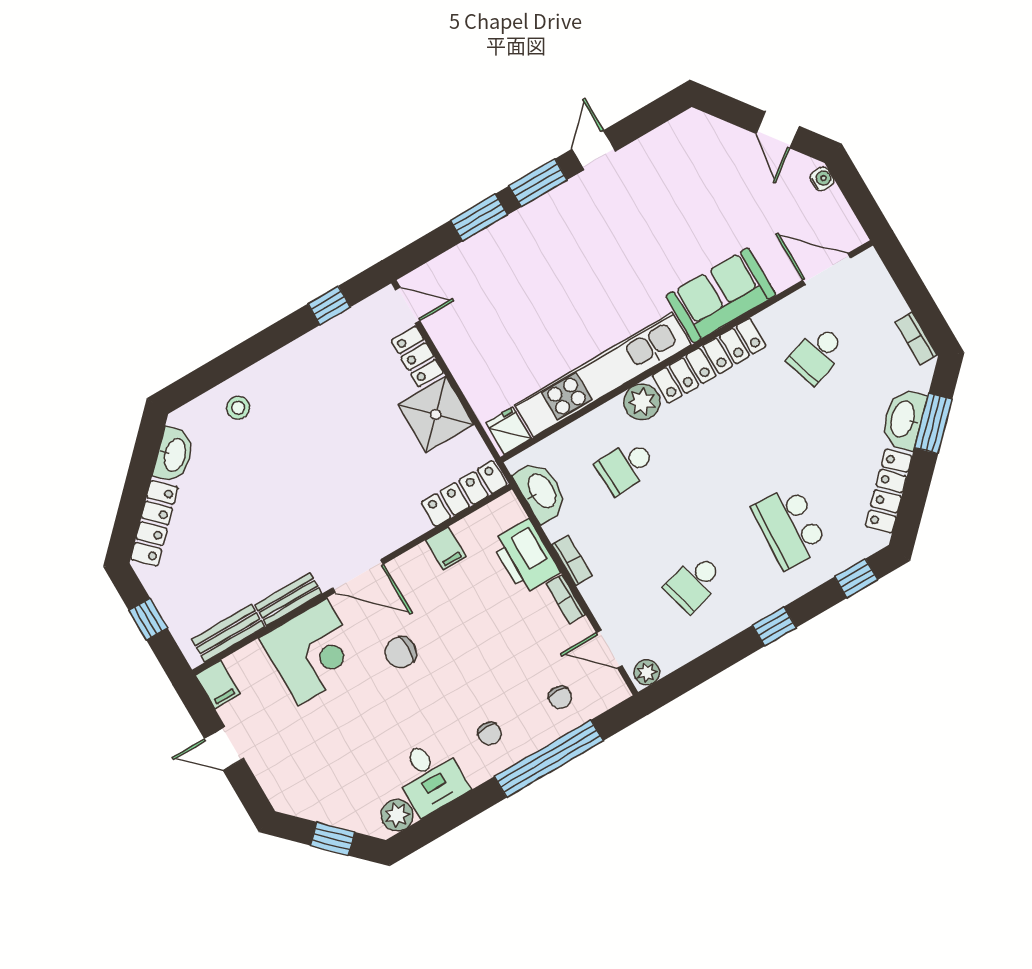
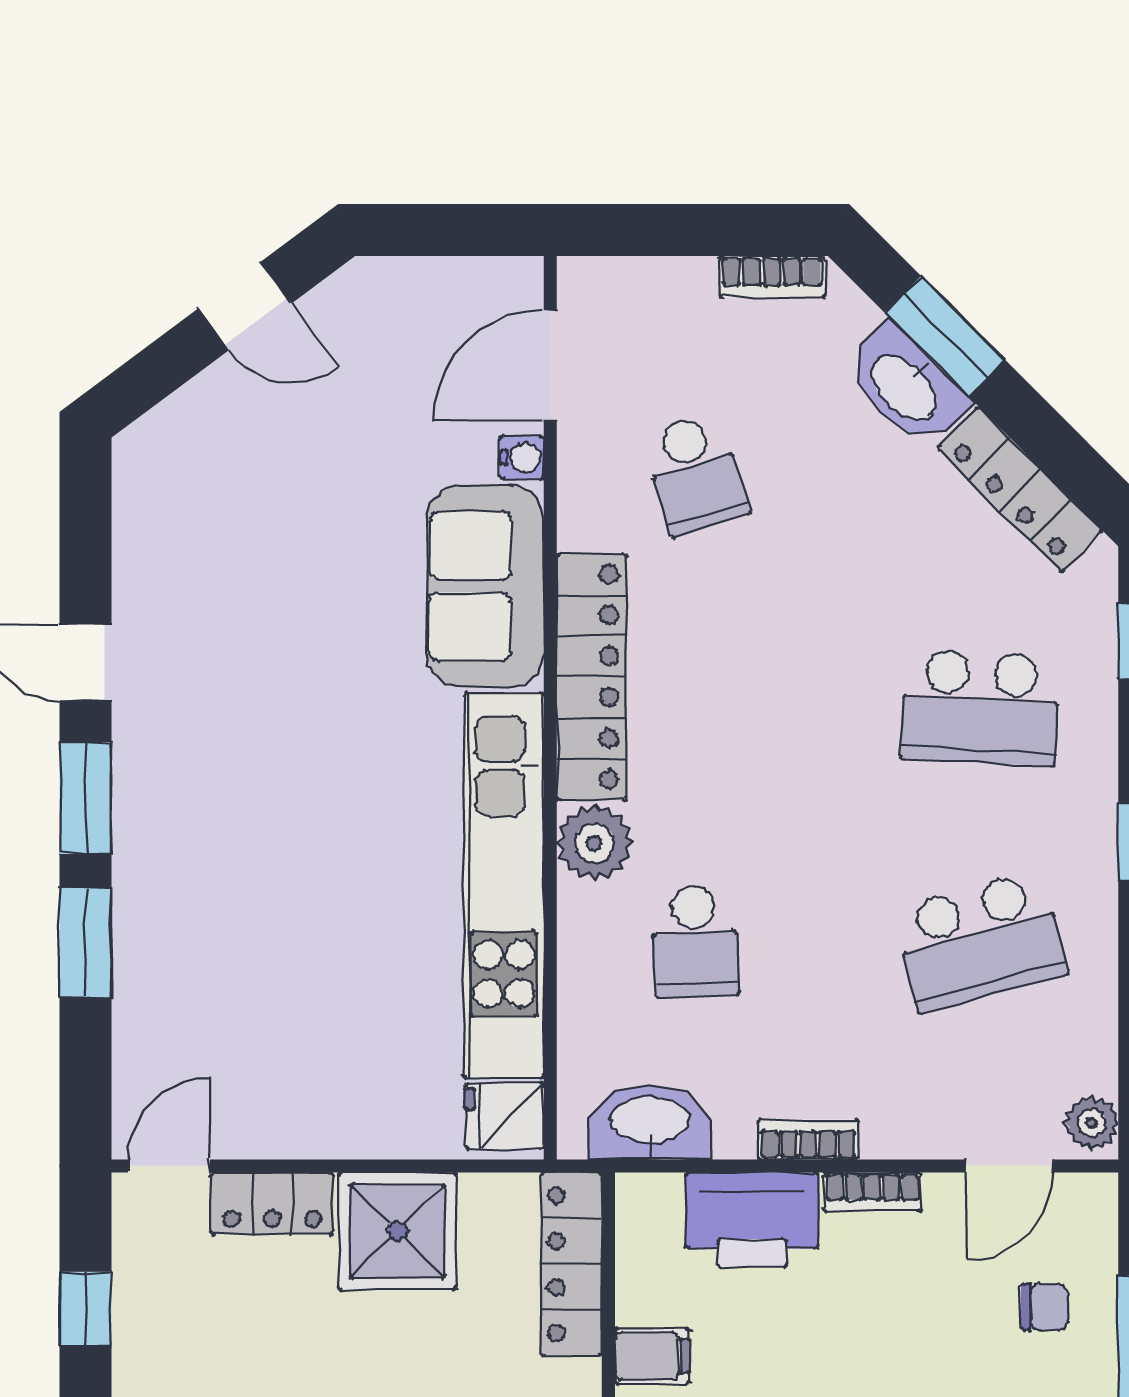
water cooler: (822, 179) -> (522, 458), moved, turned 90
school desk: (694, 583) -> (980, 941), width x1.85

